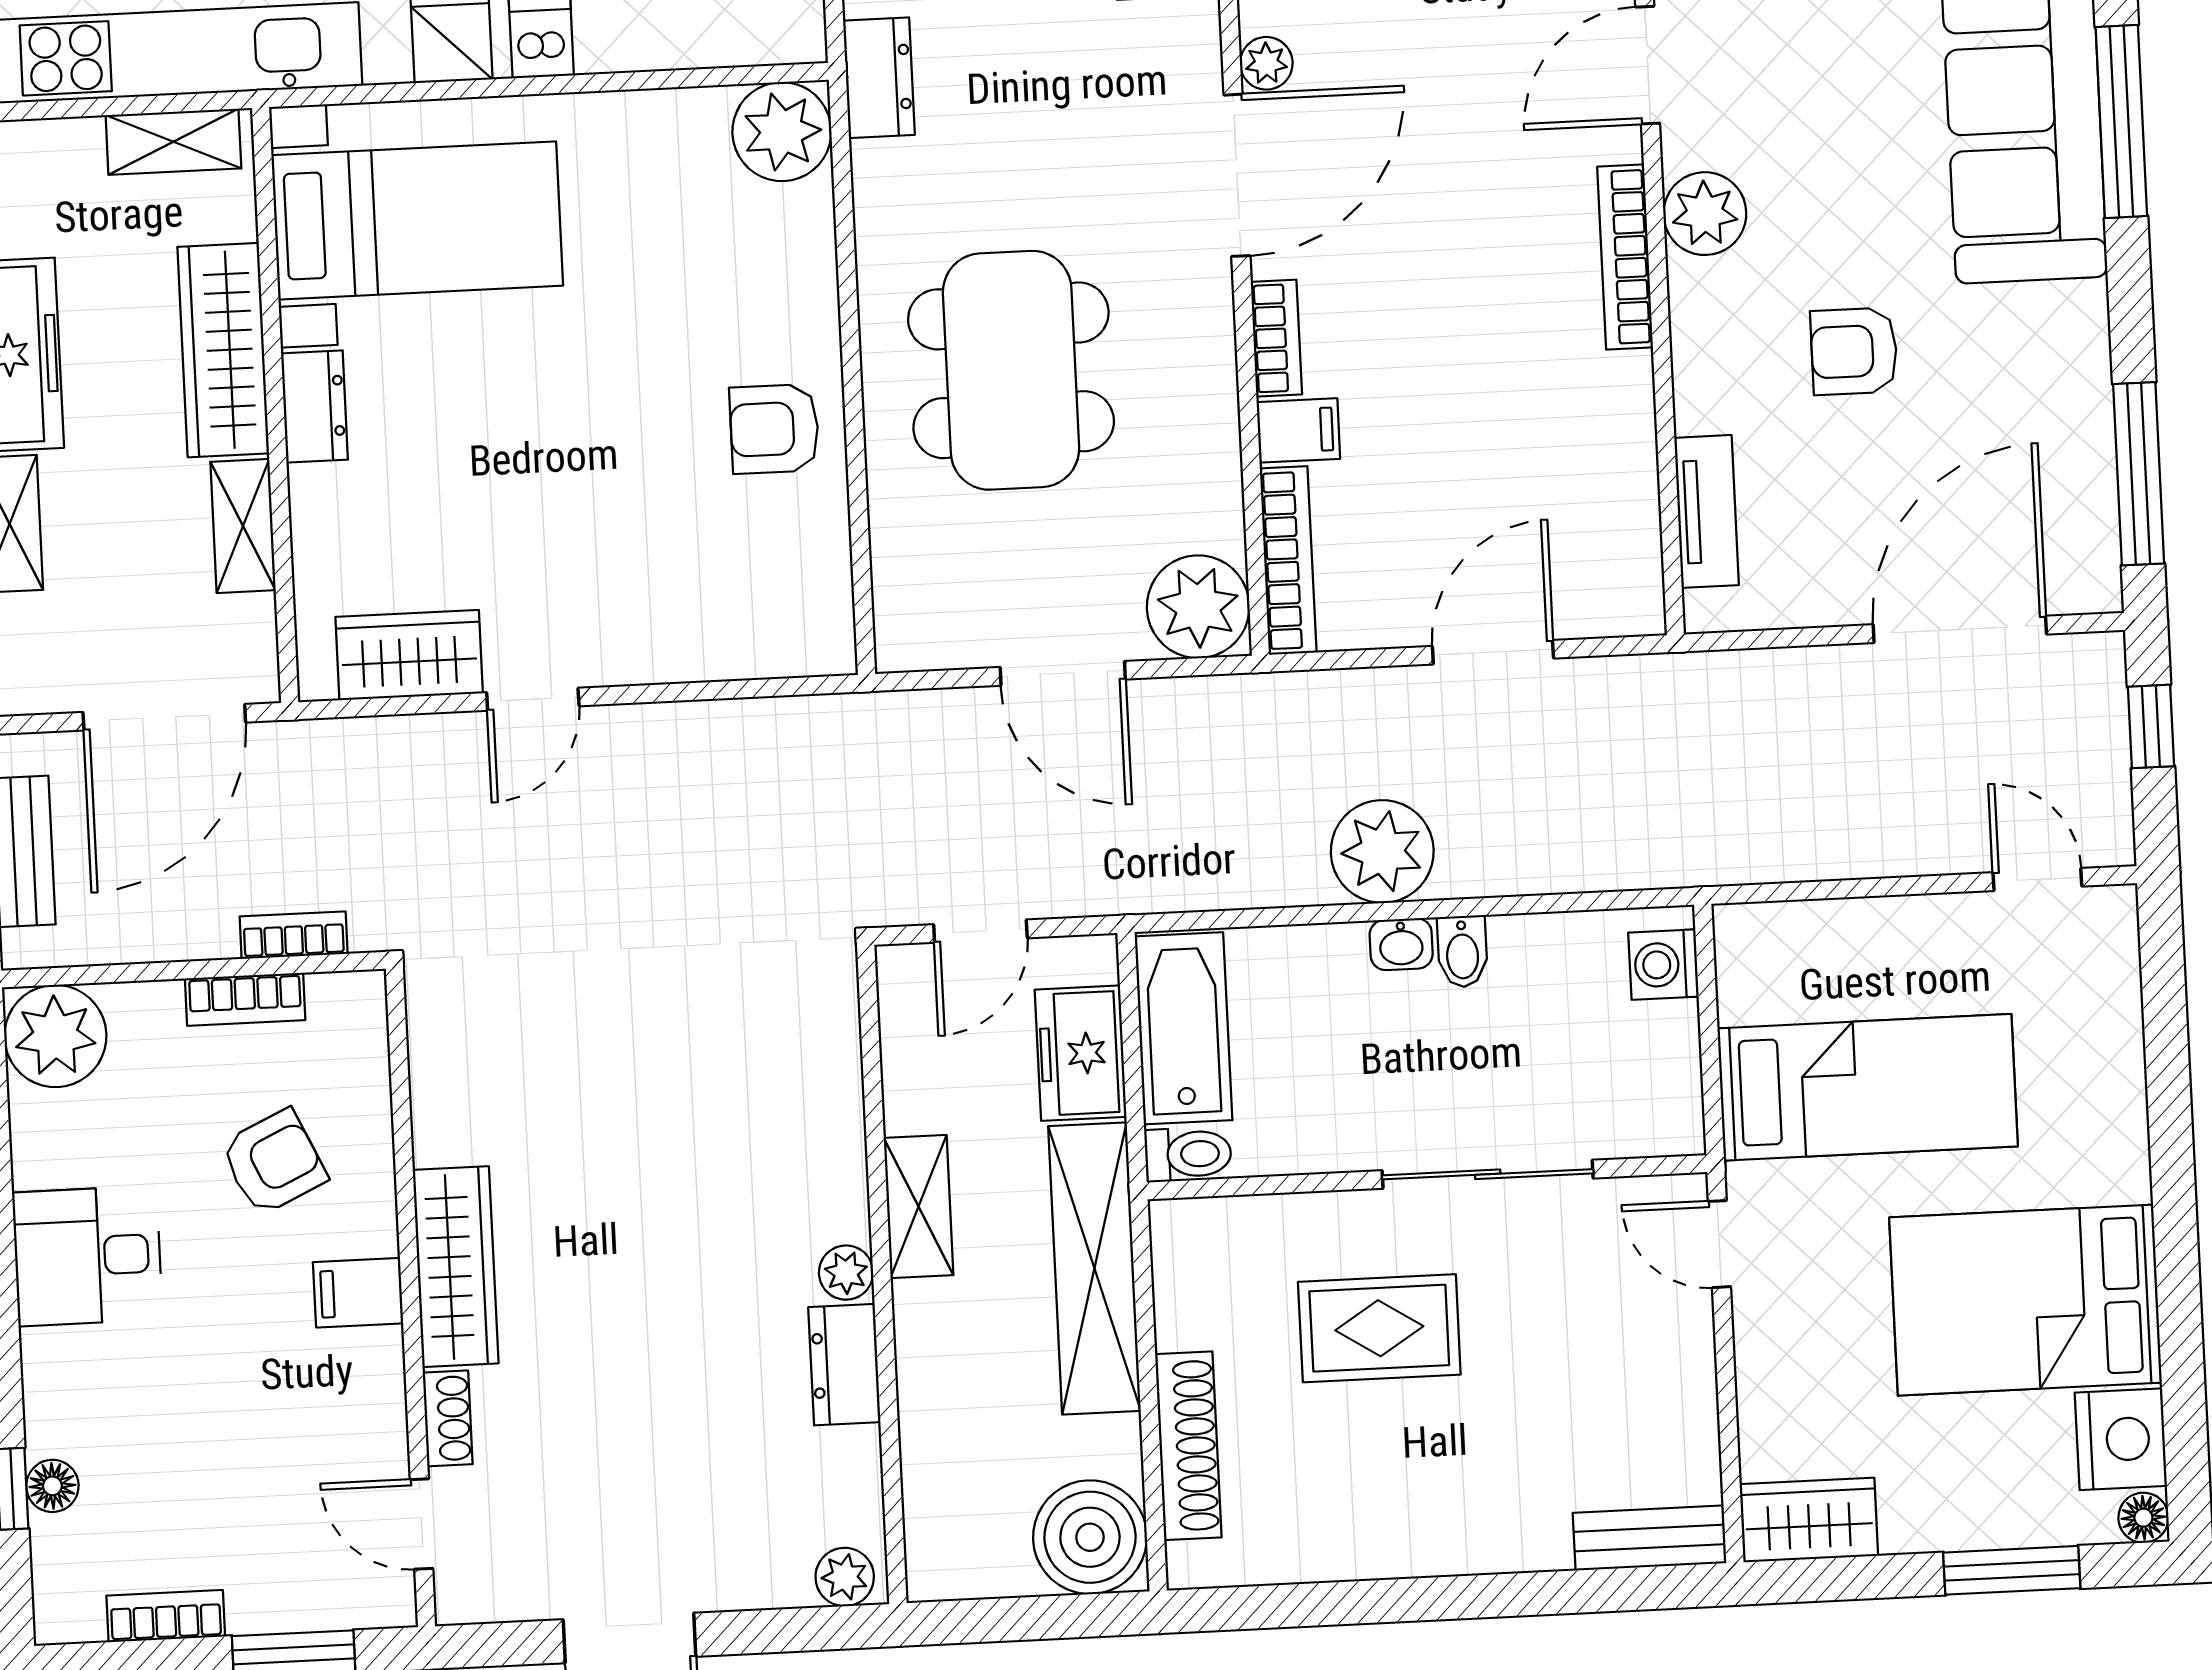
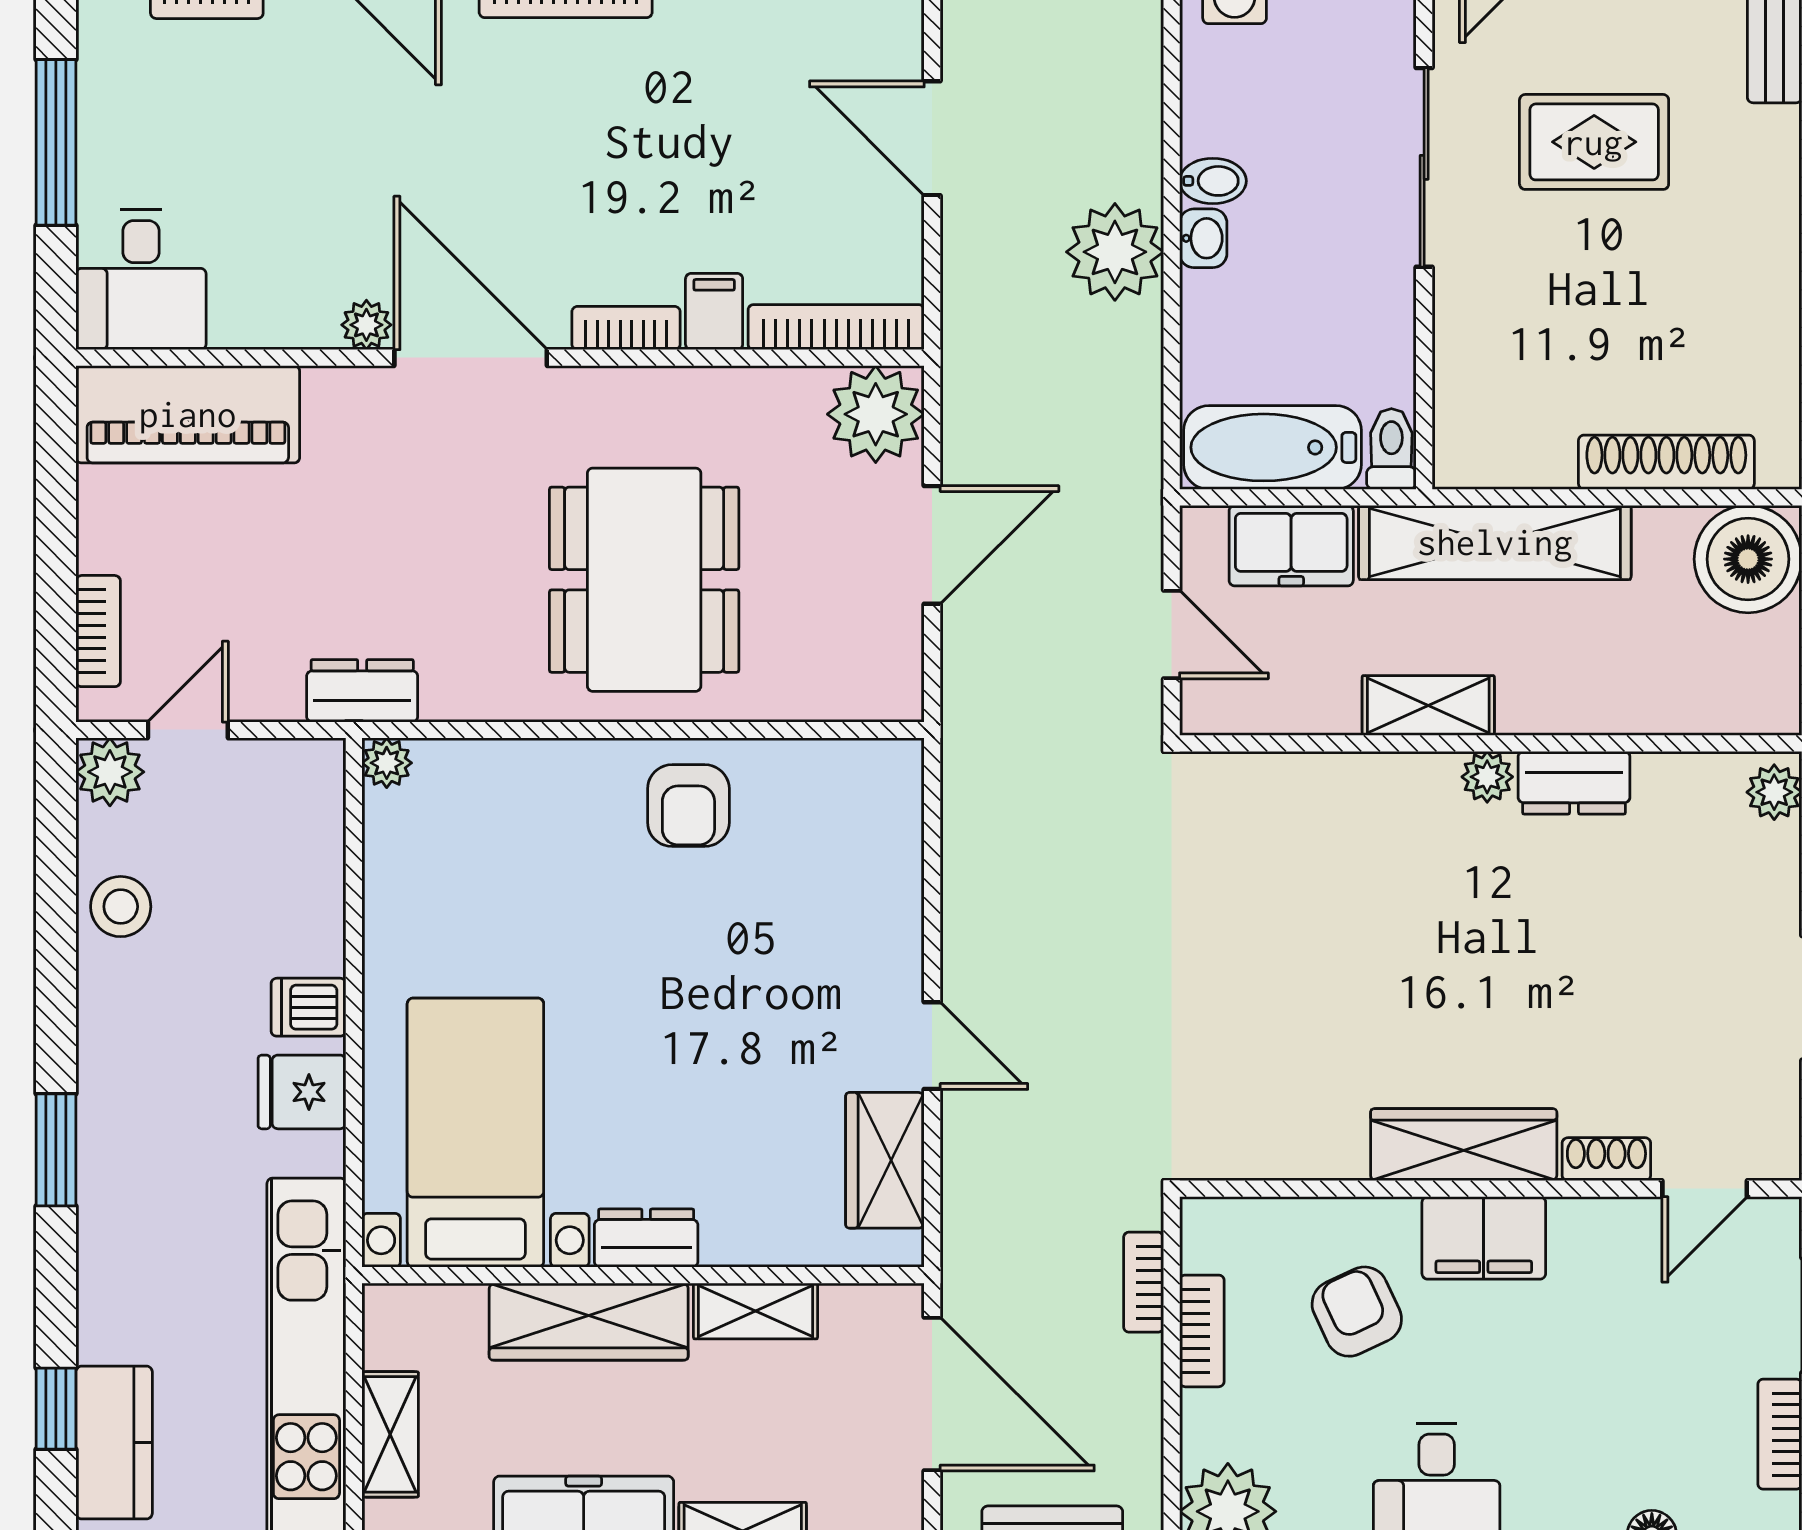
plant: (782, 132) -> (387, 763), width x0.53, depth x0.53
shelving: (173, 142) -> (390, 1434), moved
dining table: (1011, 370) -> (644, 580), turned 90
filing cabinet: (358, 1293) -> (1484, 1238), width x2.00
rug: (1379, 1328) -> (1594, 142), moved, turned 90

